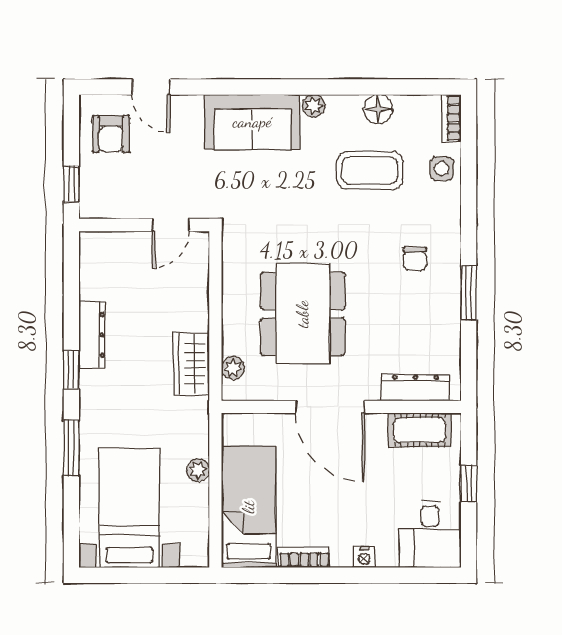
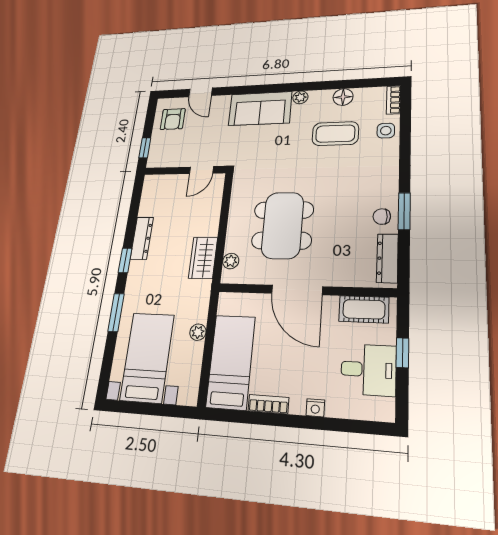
chair: (415, 259) -> (382, 217), moved, turned 90
dresser: (416, 388) -> (387, 258), moved, turned -90
desk: (430, 534) -> (368, 370), moved, turned -90

